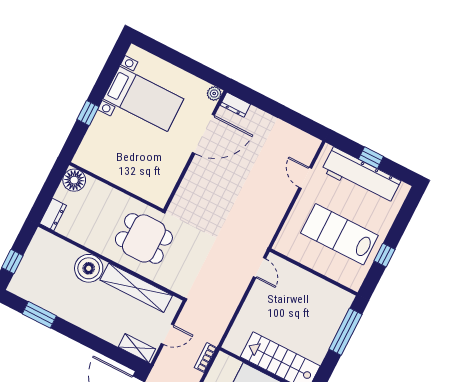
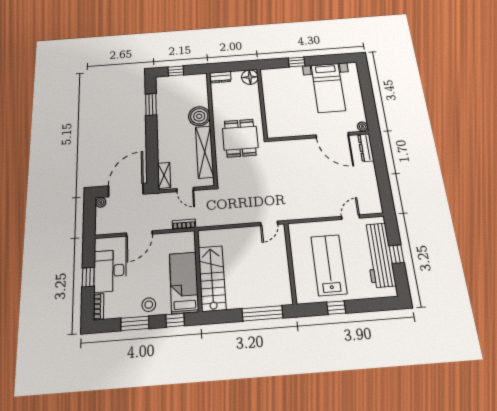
dresser: (235, 105) -> (366, 148), width x1.44

